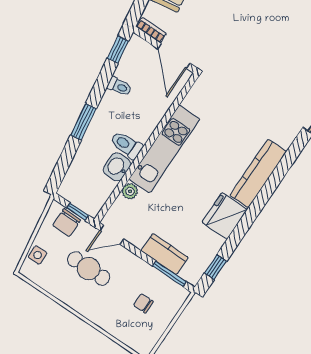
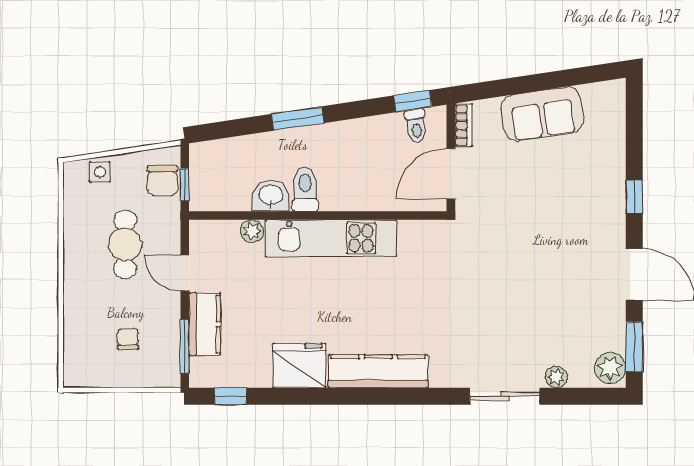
toilet: (119, 86) -> (416, 126), moved
chair: (67, 223) -> (162, 181), turned -90
door: (112, 235) -> (185, 273), moved

